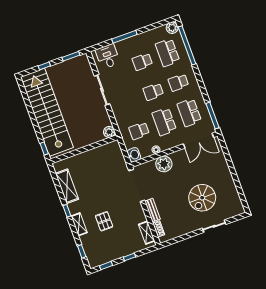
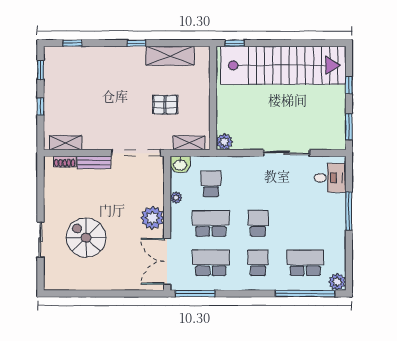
school desk: (142, 62) -> (305, 223), removed
plant: (164, 164) -> (152, 218), moved
pallet: (104, 221) -> (165, 105), moved
shelving: (79, 224) -> (189, 143), moved

